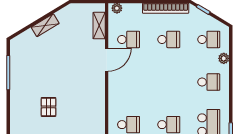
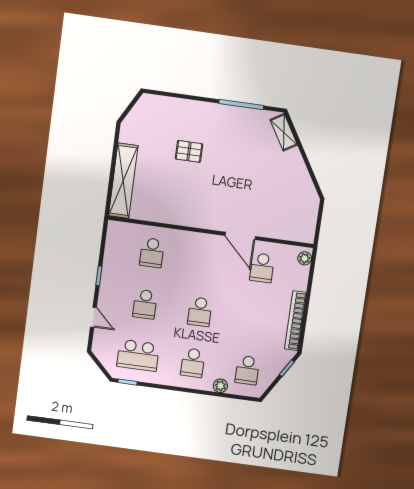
shelving: (45, 25) -> (284, 132), moved
shelving: (99, 26) -> (286, 232), removed
school desk: (169, 39) -> (200, 312), moved

